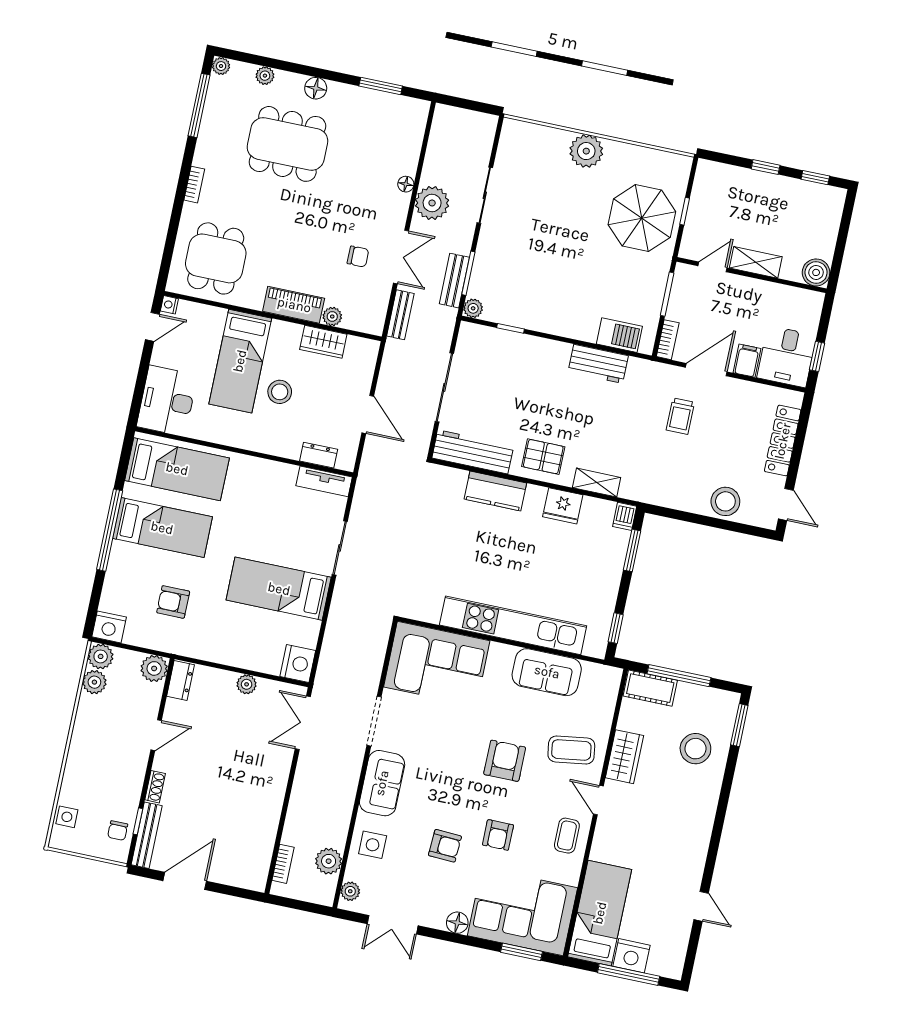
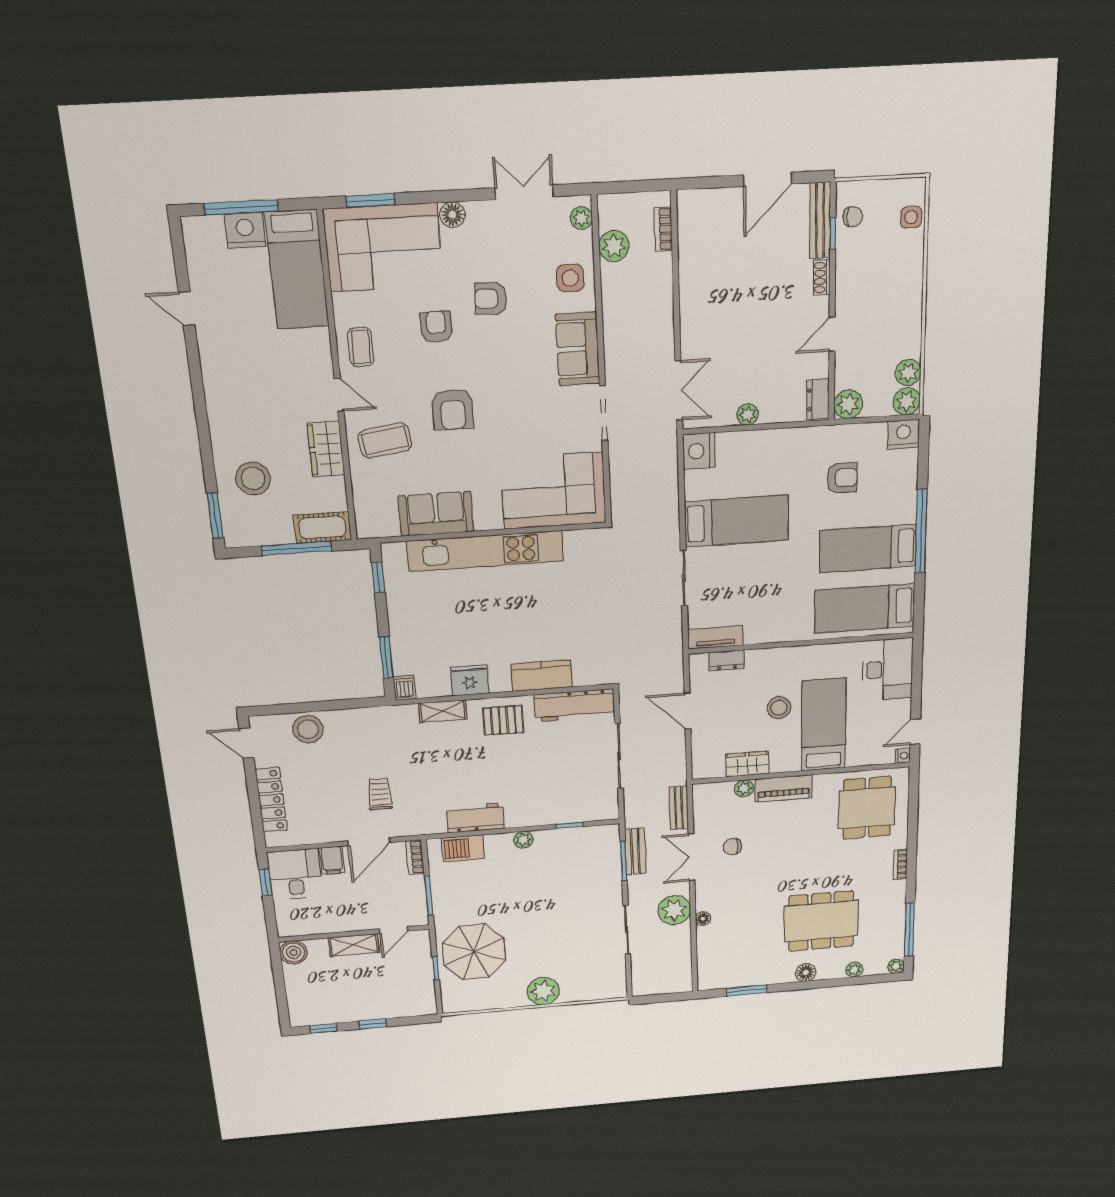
plant: (473, 308) -> (523, 840), moved
chair: (118, 831) -> (853, 217), turned 90

